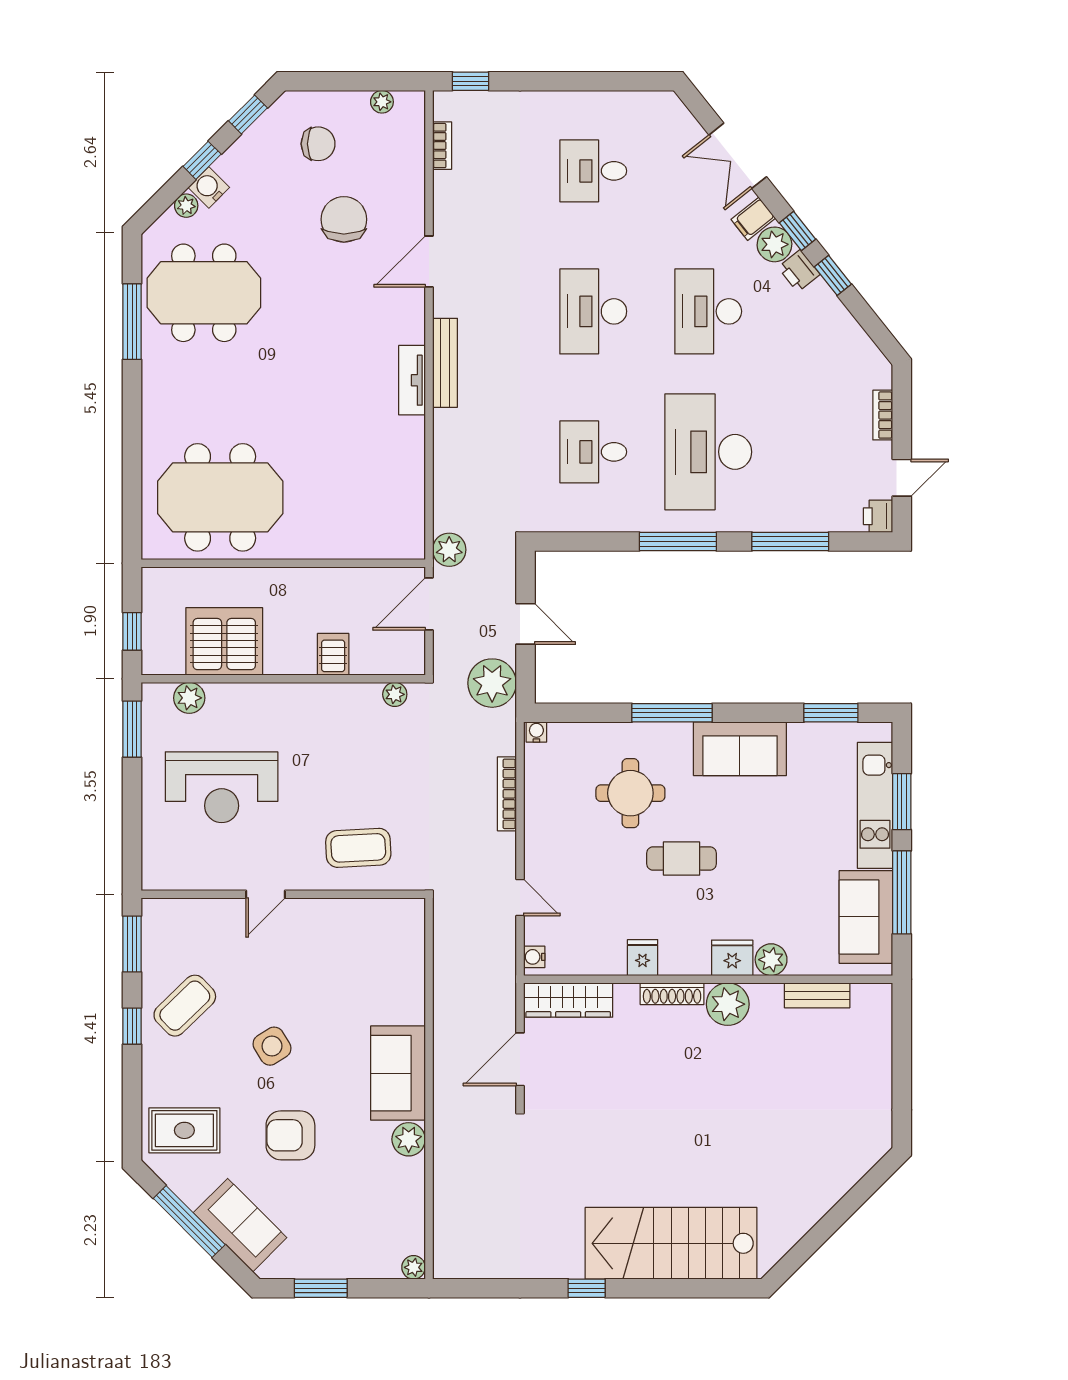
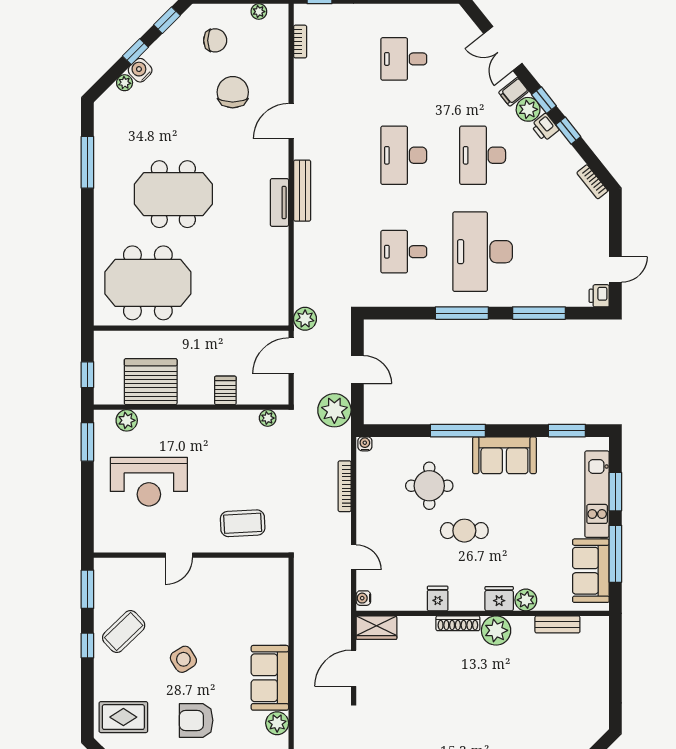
meeting table: (204, 293) -> (173, 194), moved
bookcase: (883, 415) -> (592, 182), moved, turned -39
wardrobe: (568, 1000) -> (376, 628), width x0.67

